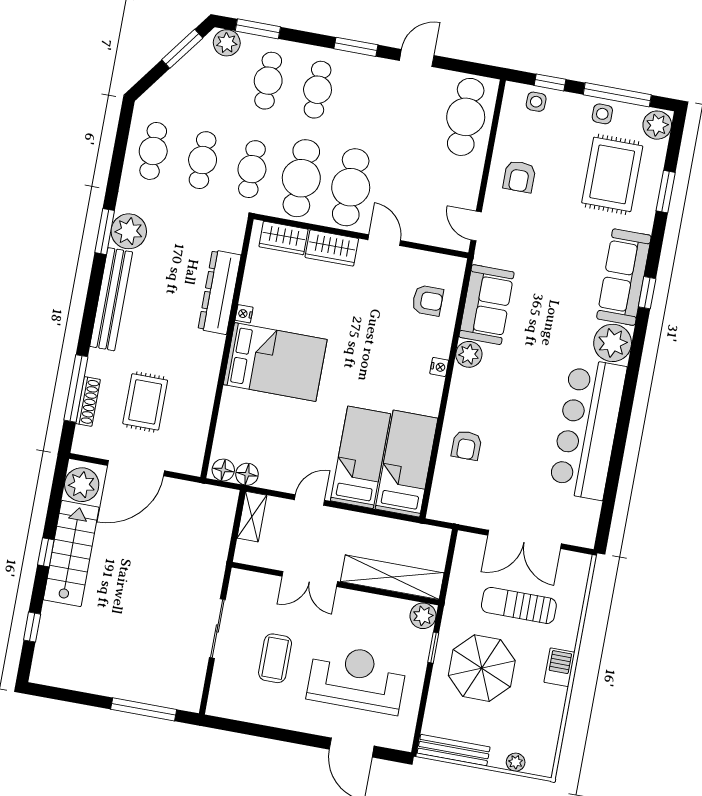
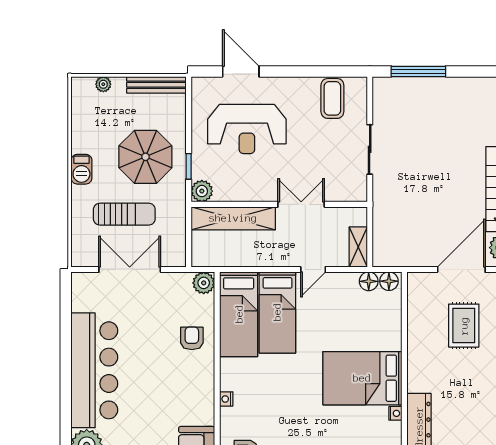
plant: (469, 354) -> (204, 283), moved
coffee table: (275, 658) -> (332, 98), moved

